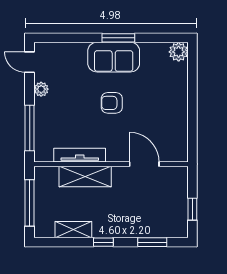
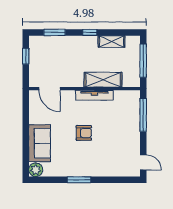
sofa: (114, 57) -> (40, 143), moved, turned 90
plant: (41, 89) -> (135, 143), removed
tv unit: (80, 155) -> (94, 95), moved
door: (144, 164) -> (49, 89), moved

